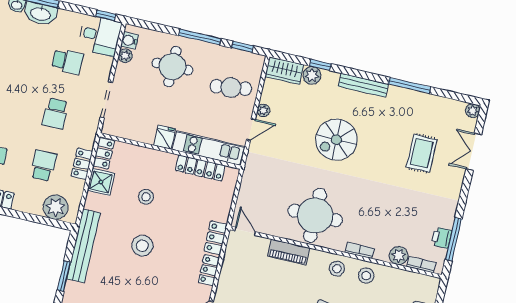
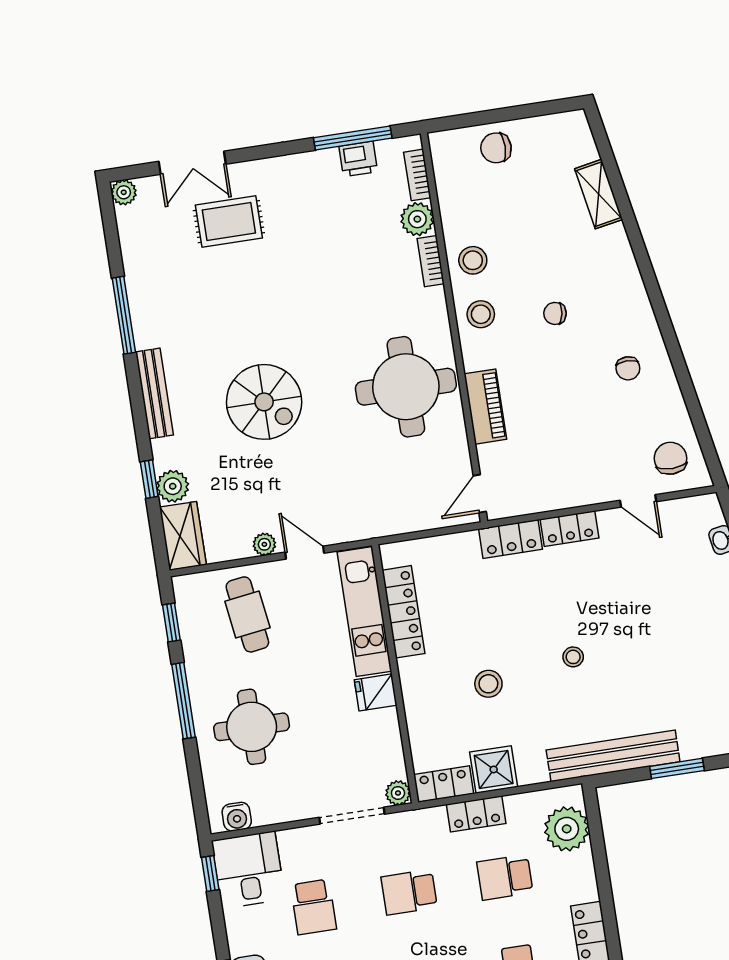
plant: (125, 56) -> (398, 793), moved
school desk: (67, 61) -> (313, 907), turned 180
school desk: (55, 113) -> (409, 892), turned 180
rug: (422, 153) -> (229, 222), moved
stool: (142, 246) -> (573, 657), width x0.53, depth x0.53
bookcase: (360, 250) -> (431, 261), moved

